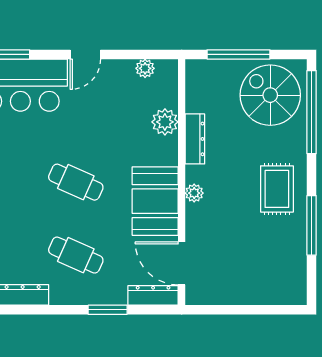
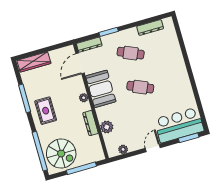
door: (182, 263) -> (80, 63), swing flipped
wardrobe: (273, 292) -> (34, 62), added

